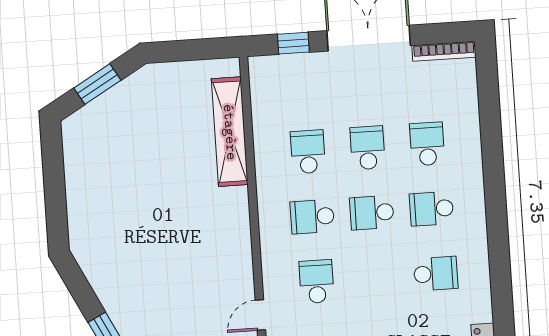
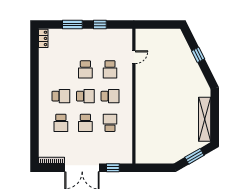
shelving: (230, 132) -> (205, 119), moved
school desk: (308, 152) -> (110, 123), turned 180
school desk: (436, 274) -> (85, 69), moved, turned -90

